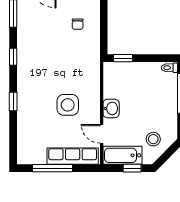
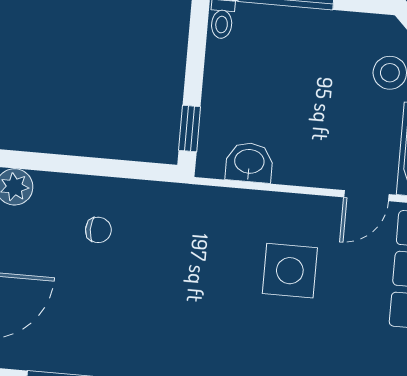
washbasin: (111, 108) -> (249, 162), moved

